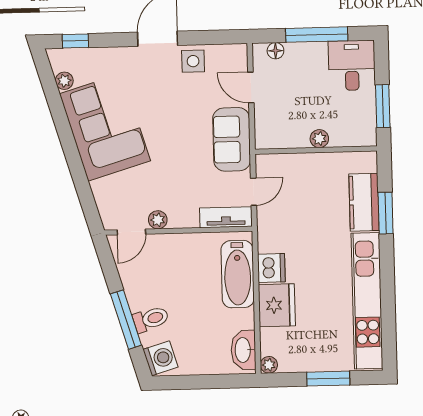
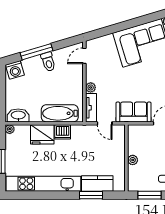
plant: (158, 220) -> (91, 87), moved
door: (131, 232) -> (84, 56), hinge flipped
toilet: (151, 319) -> (48, 62), moved

